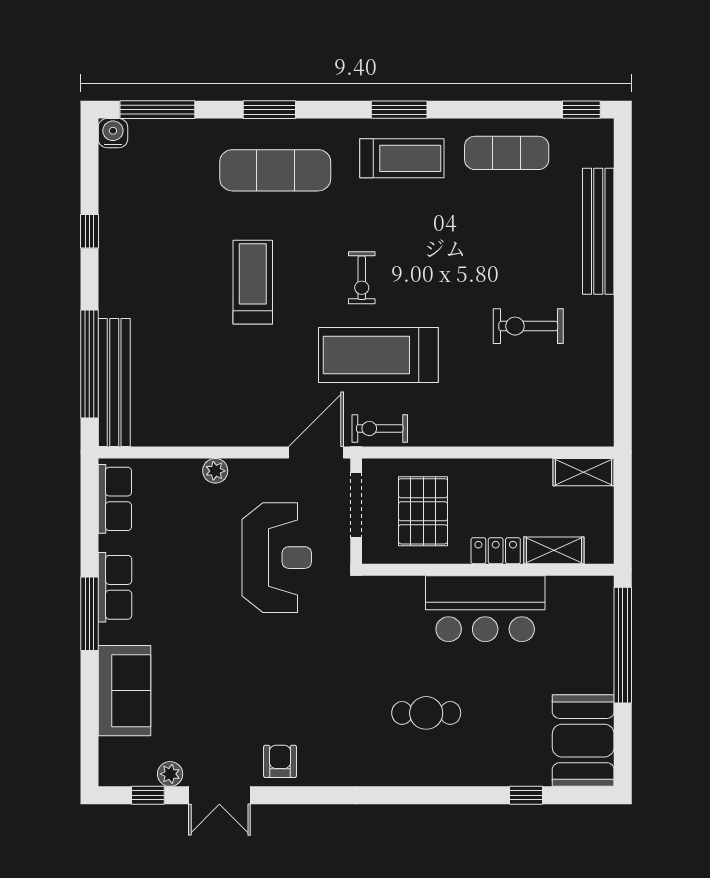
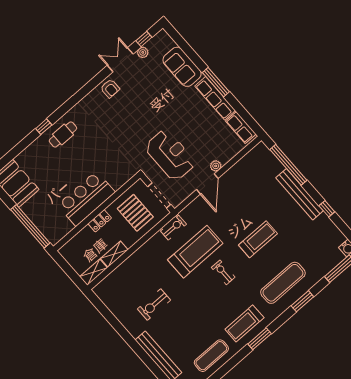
treadmill: (253, 282) -> (258, 239), turned -90
exercise bike: (528, 326) -> (154, 305), turned 180
bench: (114, 383) -> (300, 194), moved
door: (316, 452) -> (207, 184), moved
shelving: (554, 550) -> (114, 254), moved
reception desk: (277, 558) -> (170, 155), turned 180
row of seats: (115, 587) -> (215, 98), width x1.48
cafe table: (426, 713) -> (63, 134), moved
window: (526, 795) -> (44, 127), moved

